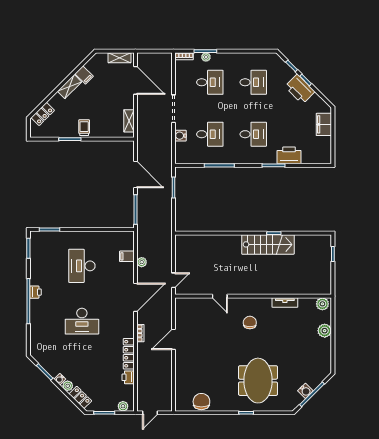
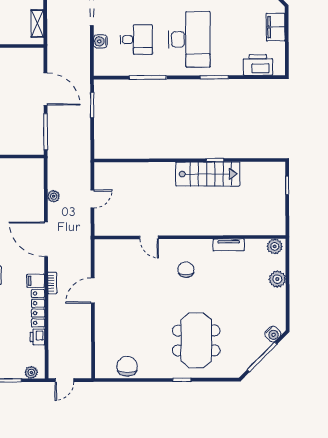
desk: (253, 134) -> (189, 39), width x1.87, depth x1.30
printer: (289, 155) -> (258, 65), moved
filing cabinet: (127, 256) -> (36, 281), moved
door: (173, 280) -> (92, 199), moved
door: (135, 297) -> (46, 239), swing flipped
water cooler: (305, 391) -> (273, 334), moved

